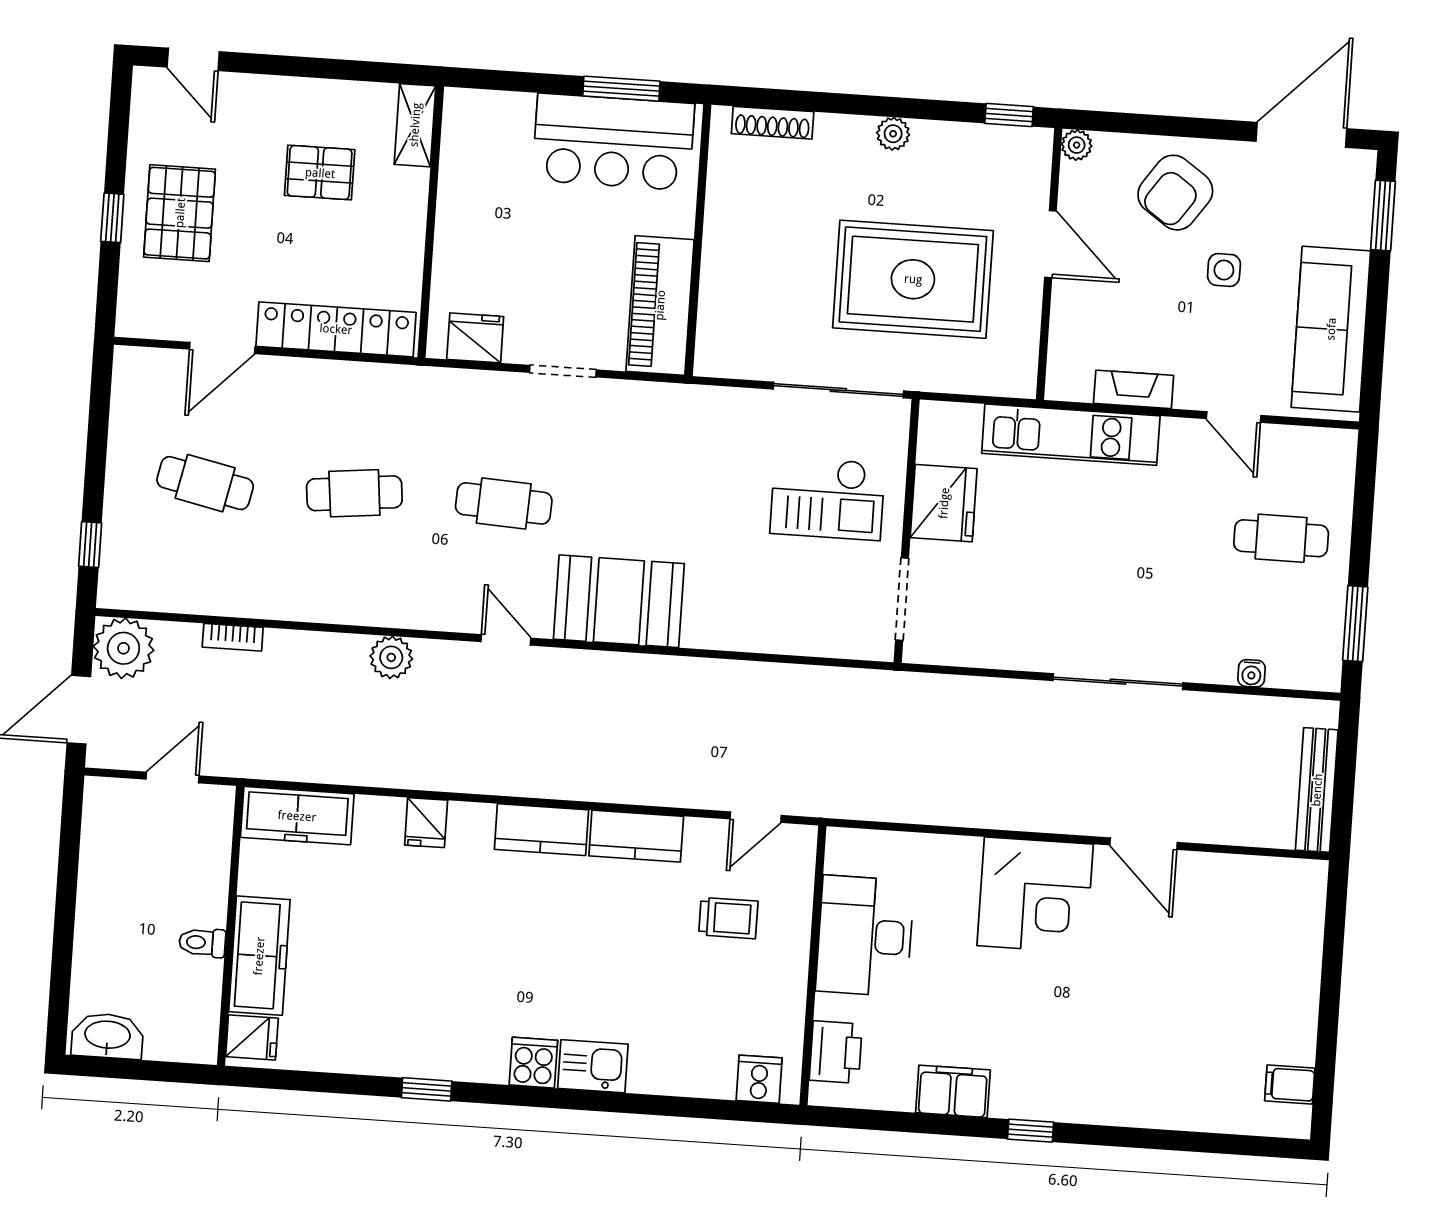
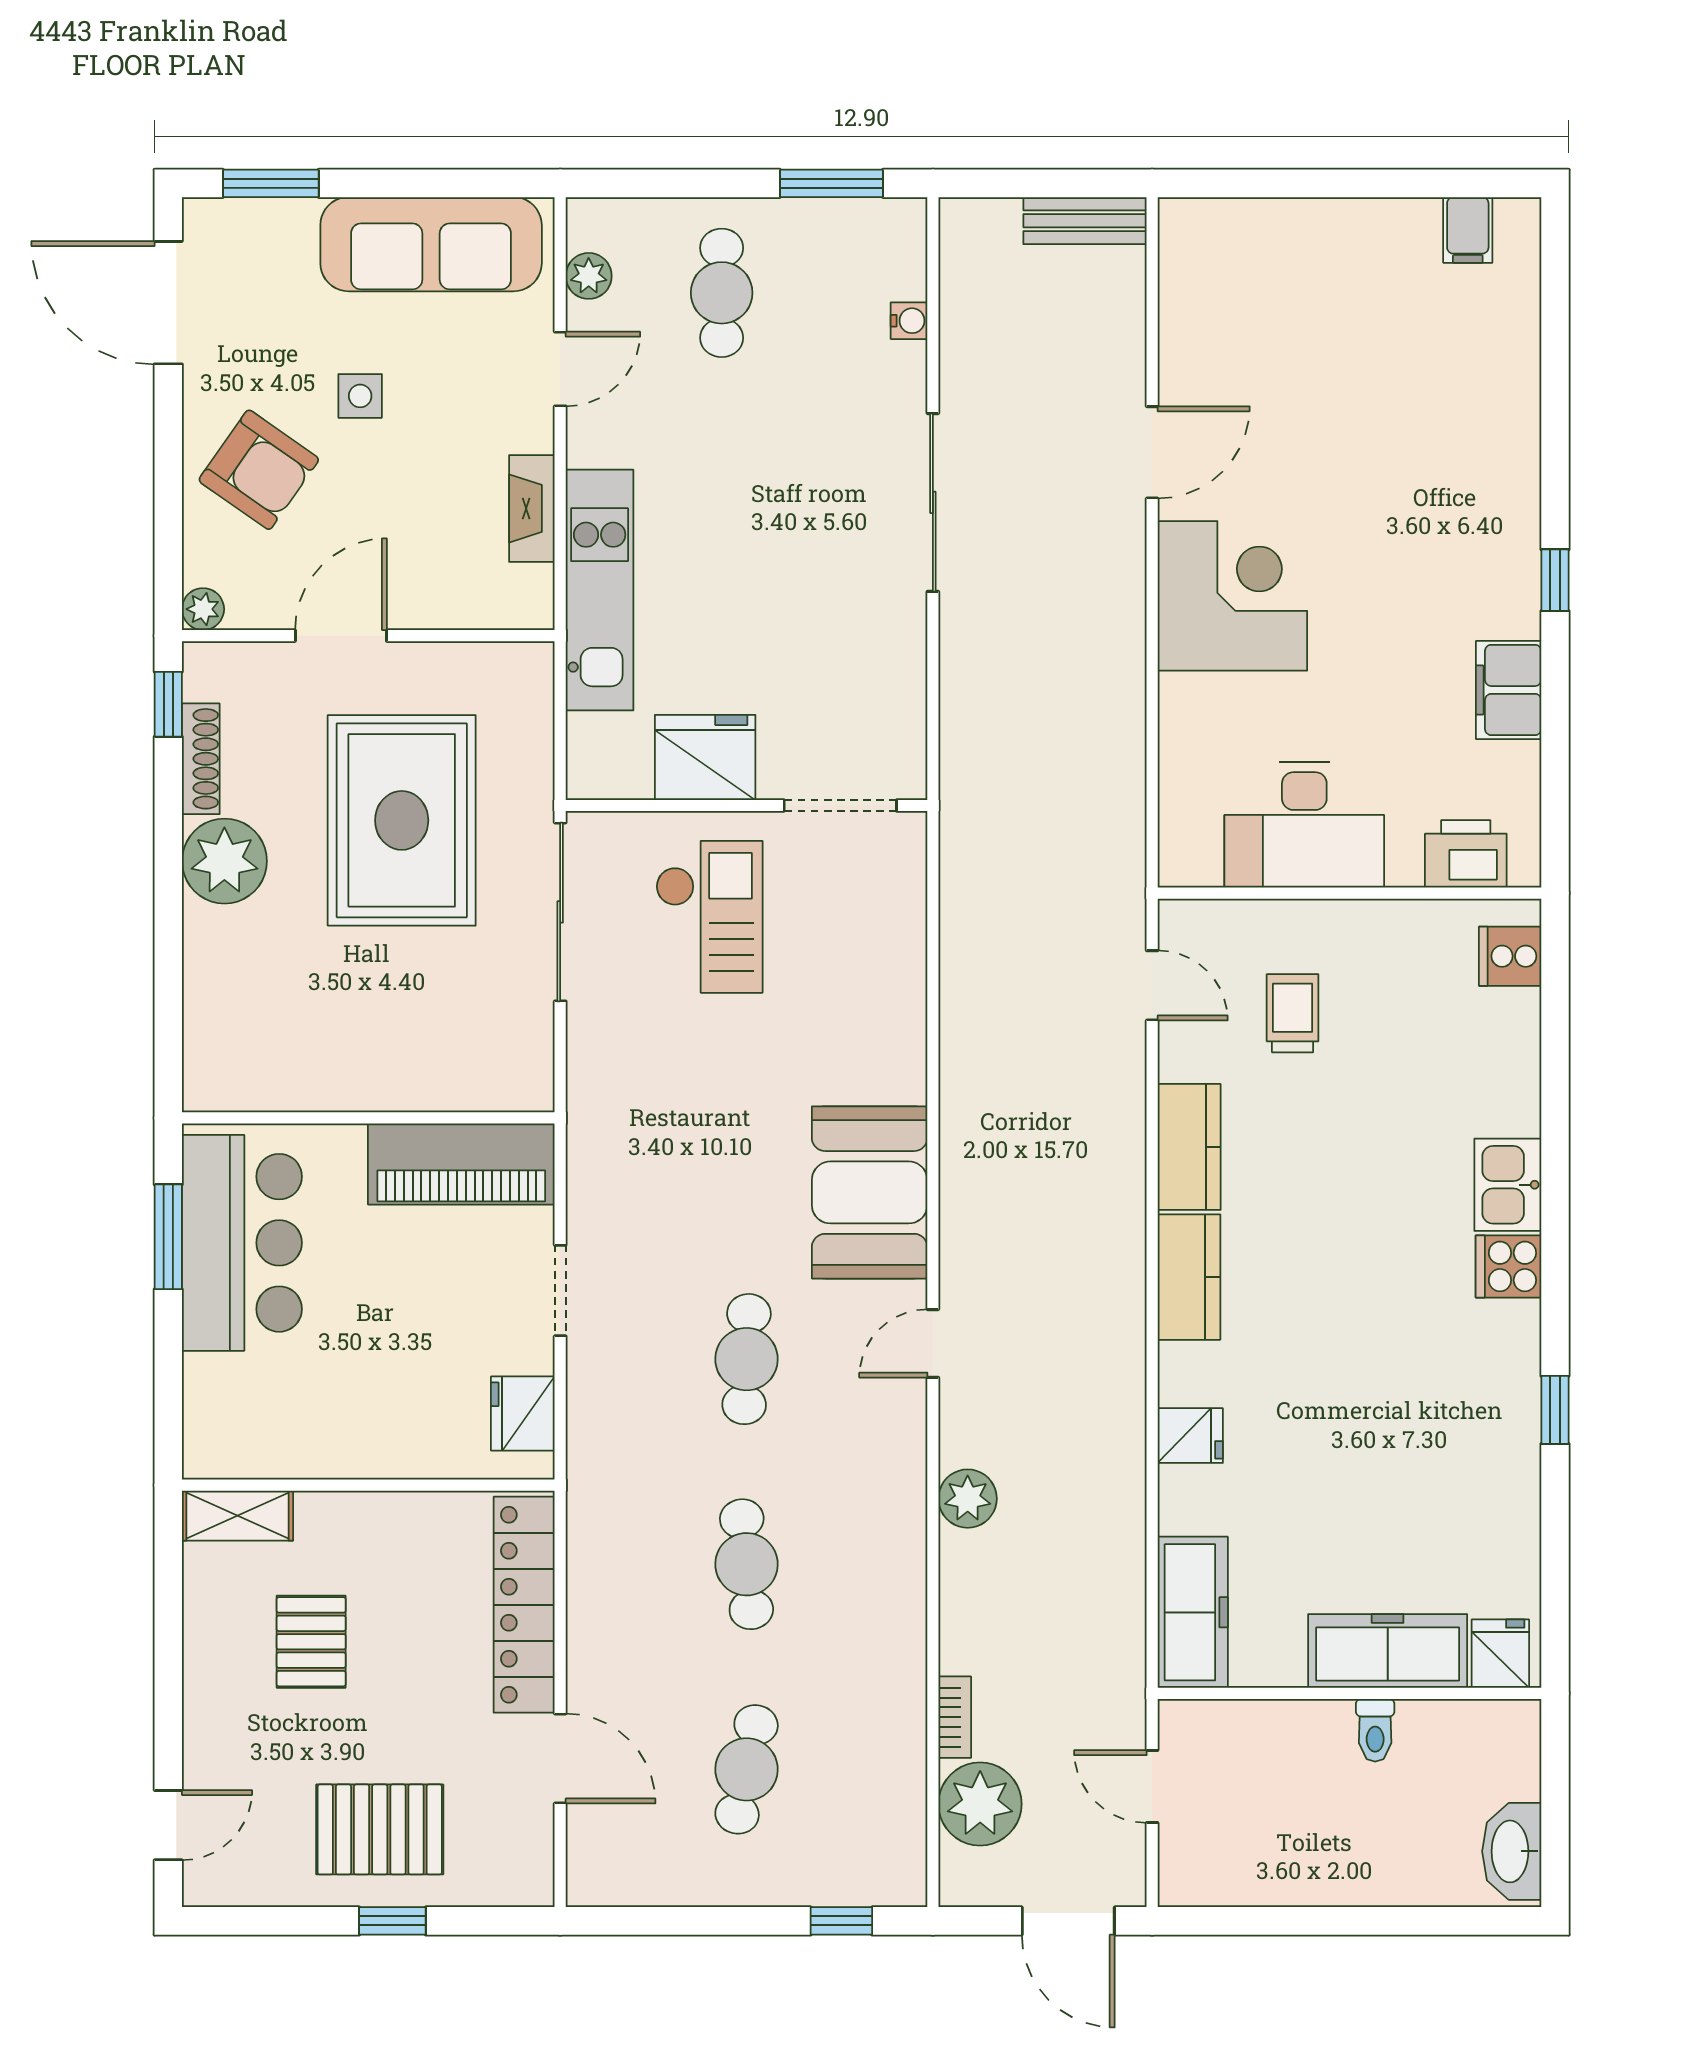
shoe rack: (773, 123) -> (201, 759), moved
plant: (893, 134) -> (224, 861), width x1.87, depth x1.87
plant: (1300, 442) -> (589, 276), added
plant: (123, 648) -> (980, 1804), moved
bench: (1317, 790) -> (1085, 221), width x0.73

